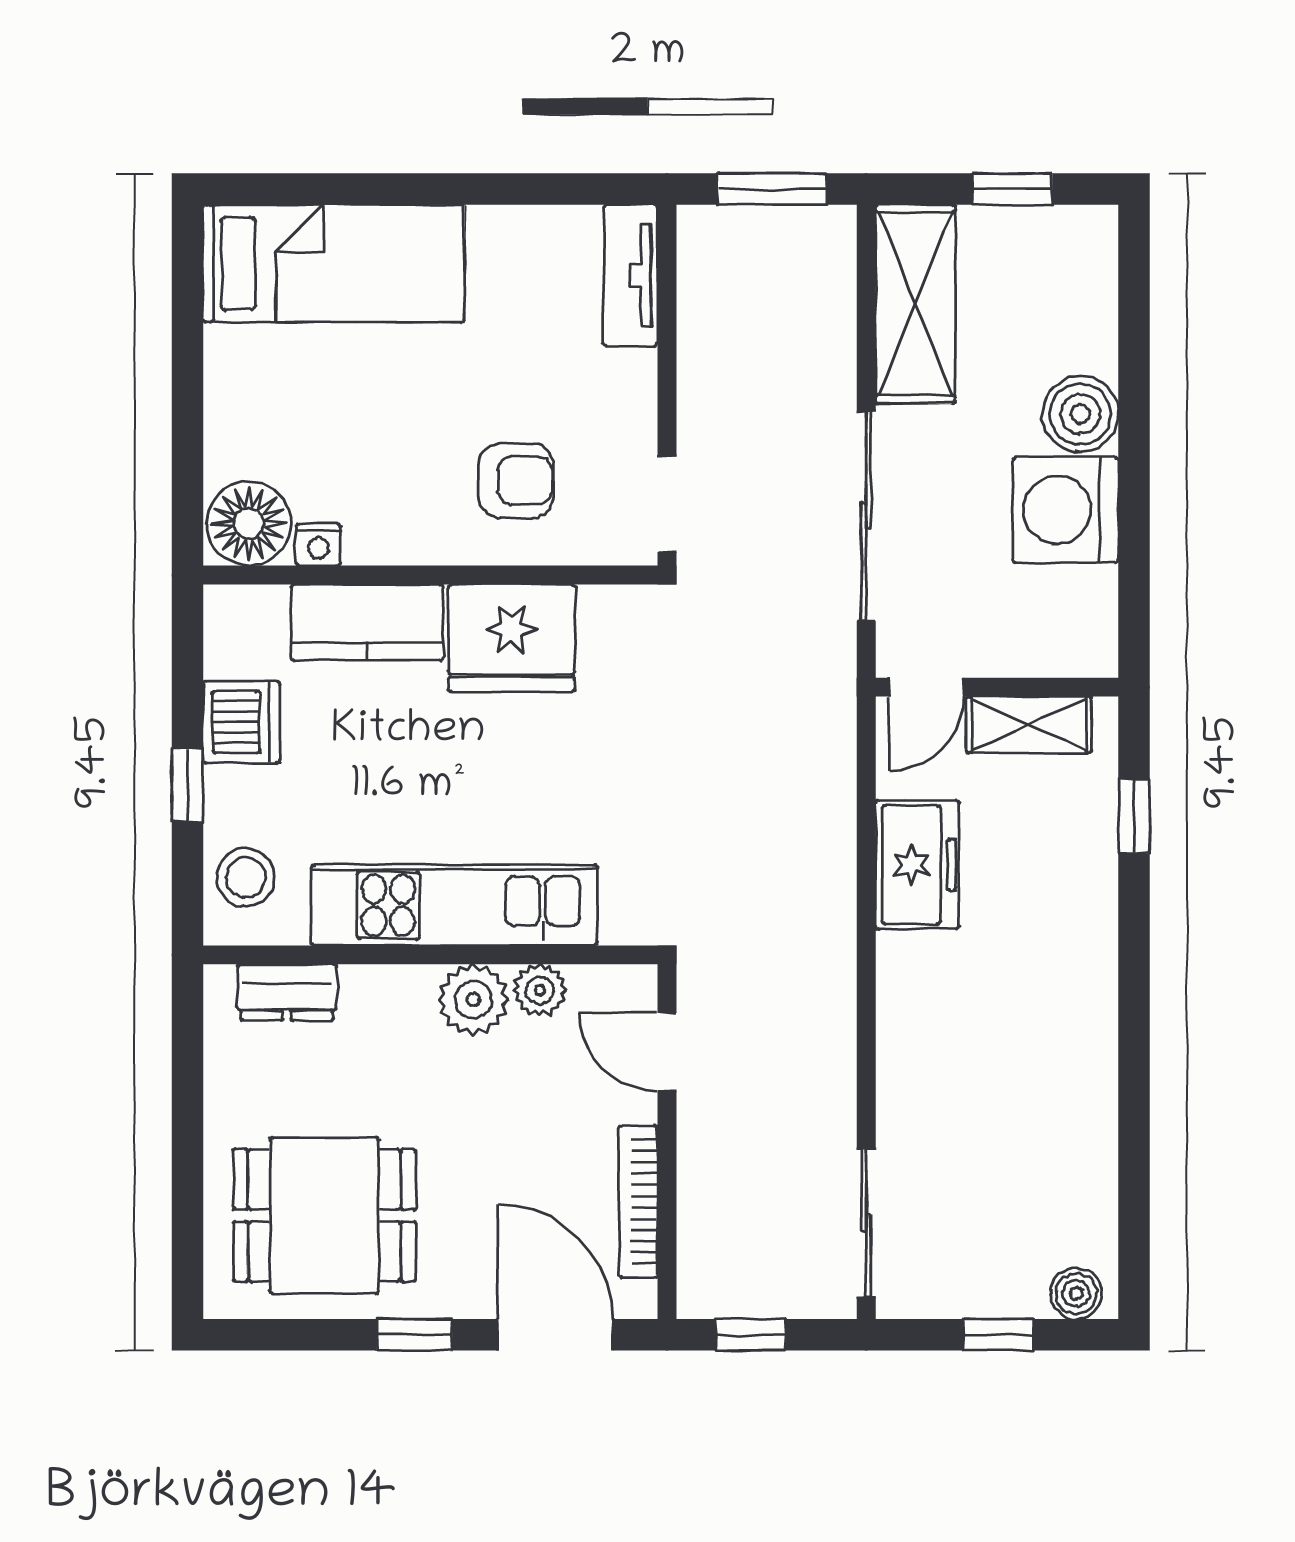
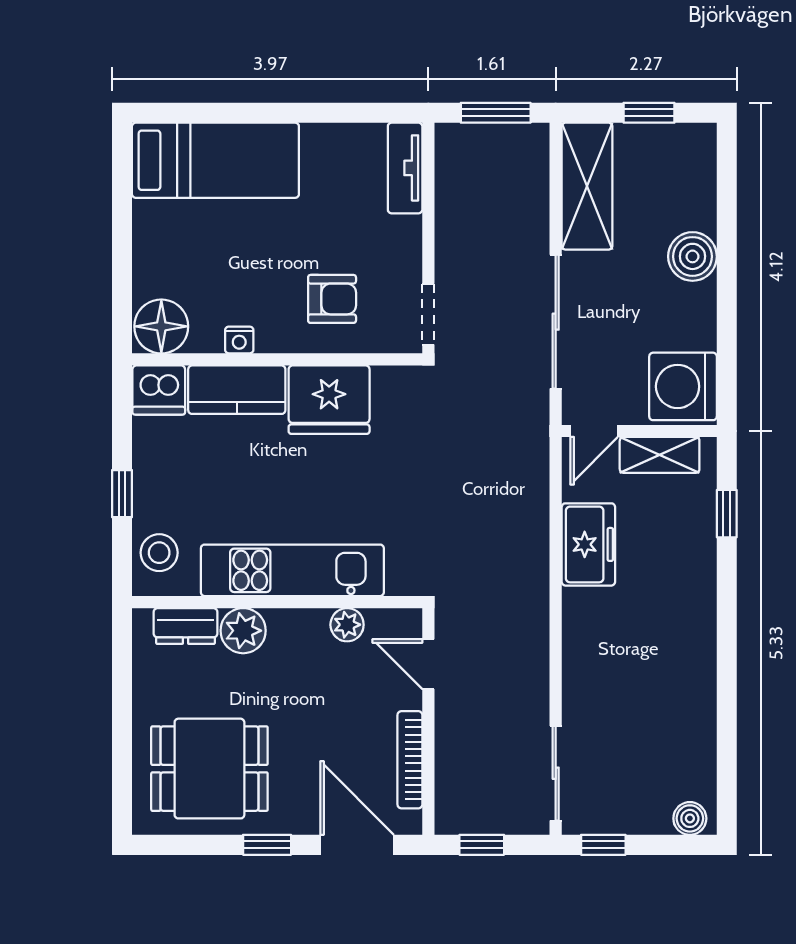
washing machine: (1066, 510) -> (683, 386), moved
nightstand: (318, 545) -> (239, 340), moved
dishwasher: (241, 722) -> (159, 390), moved, turned 90
plant: (473, 1000) -> (243, 631), moved
window: (998, 1335) -> (603, 845), moved

